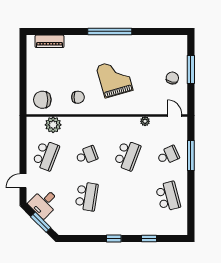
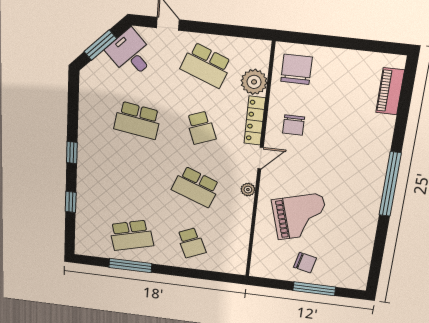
grand piano: (115, 78) -> (300, 217), moved
door: (175, 115) -> (261, 158), moved
plant: (145, 121) -> (248, 190), moved
locker: (78, 122) -> (255, 121), added
window: (191, 155) -> (130, 266), moved

